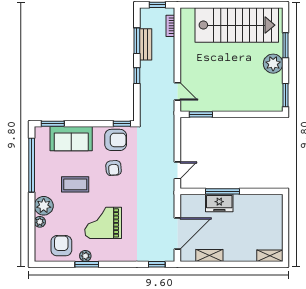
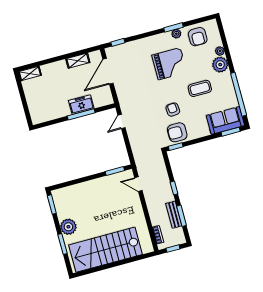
sofa: (71, 139) -> (225, 120), moved

